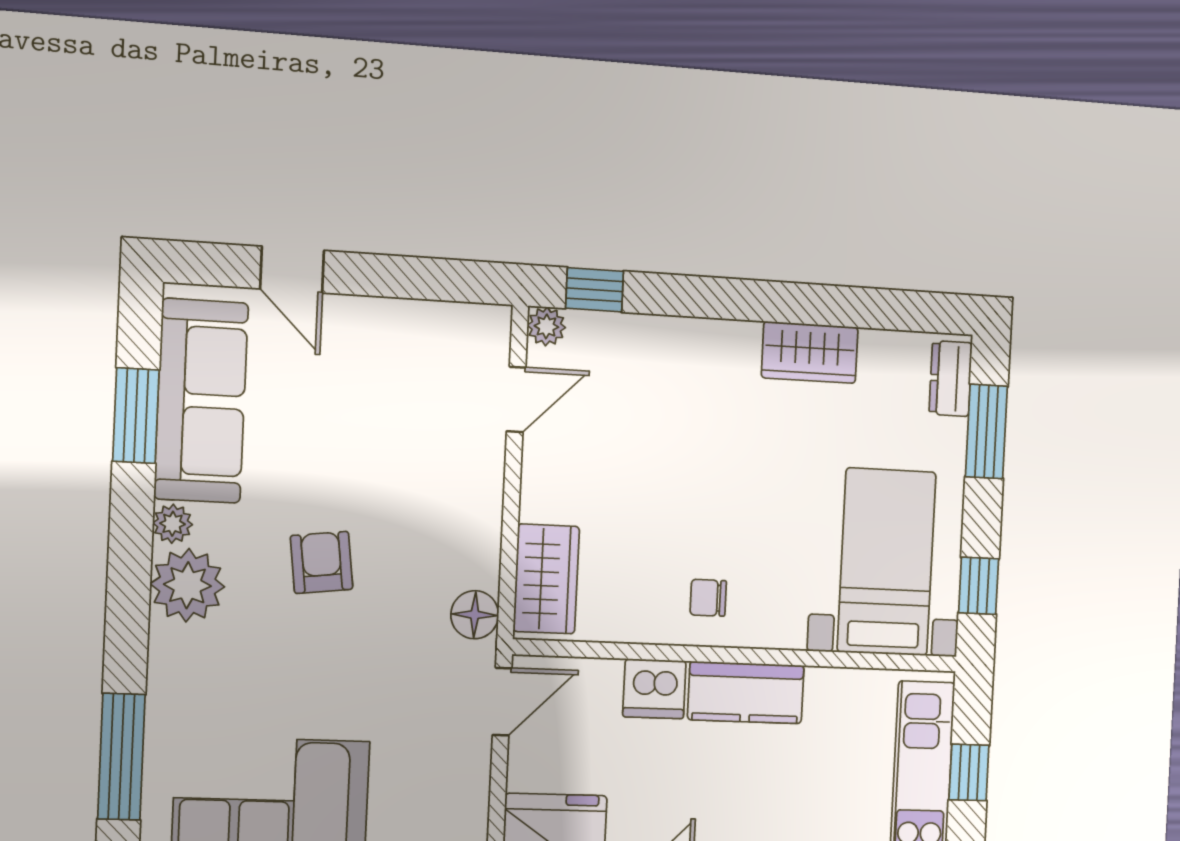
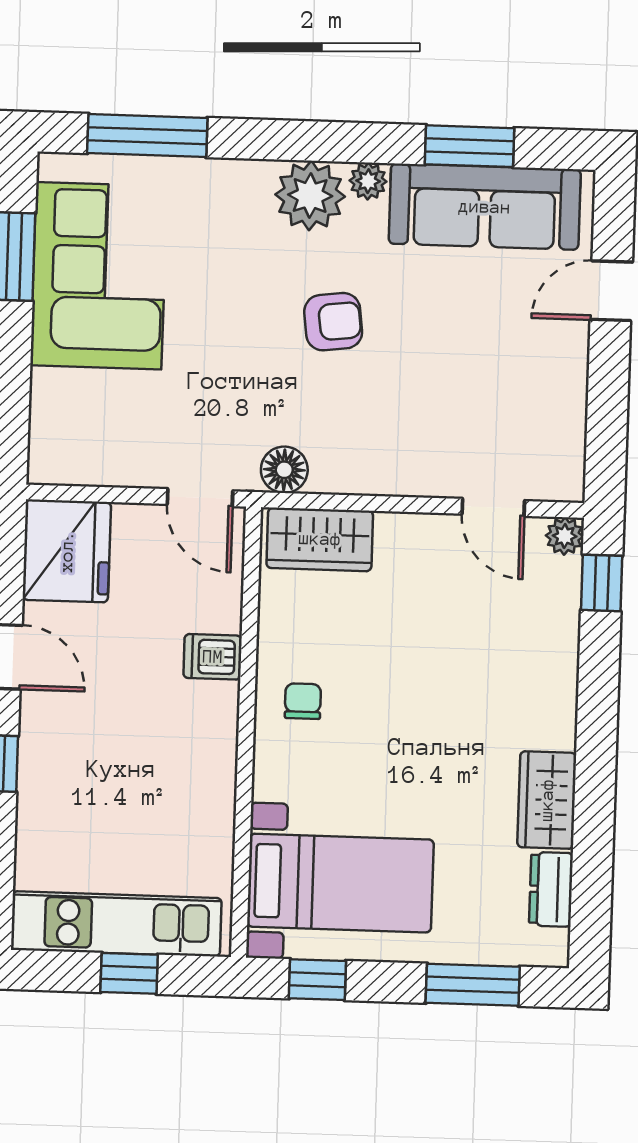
dresser: (951, 379) -> (551, 889), moved, turned -90
dishwasher: (654, 689) -> (213, 657), width x0.73
kitchen counter: (746, 693) -> (209, 741), removed

